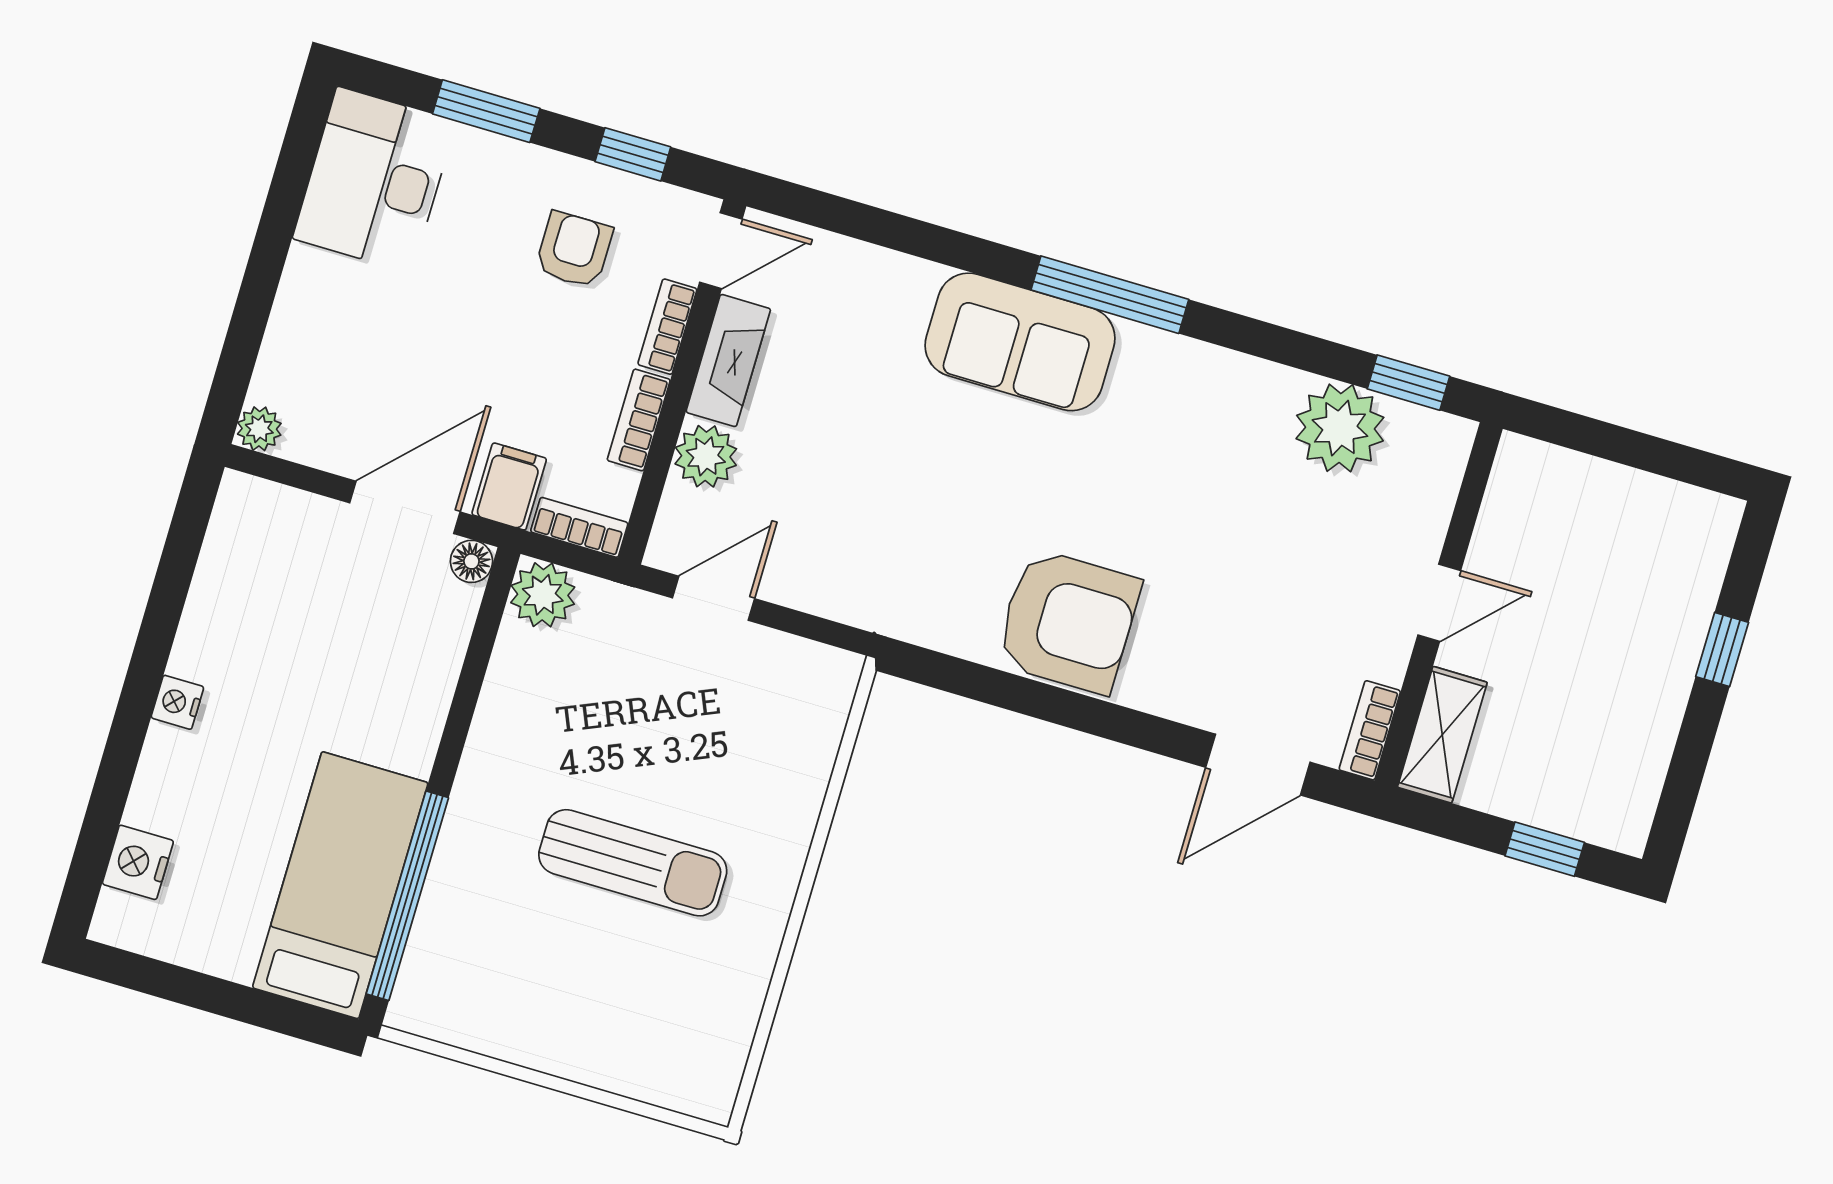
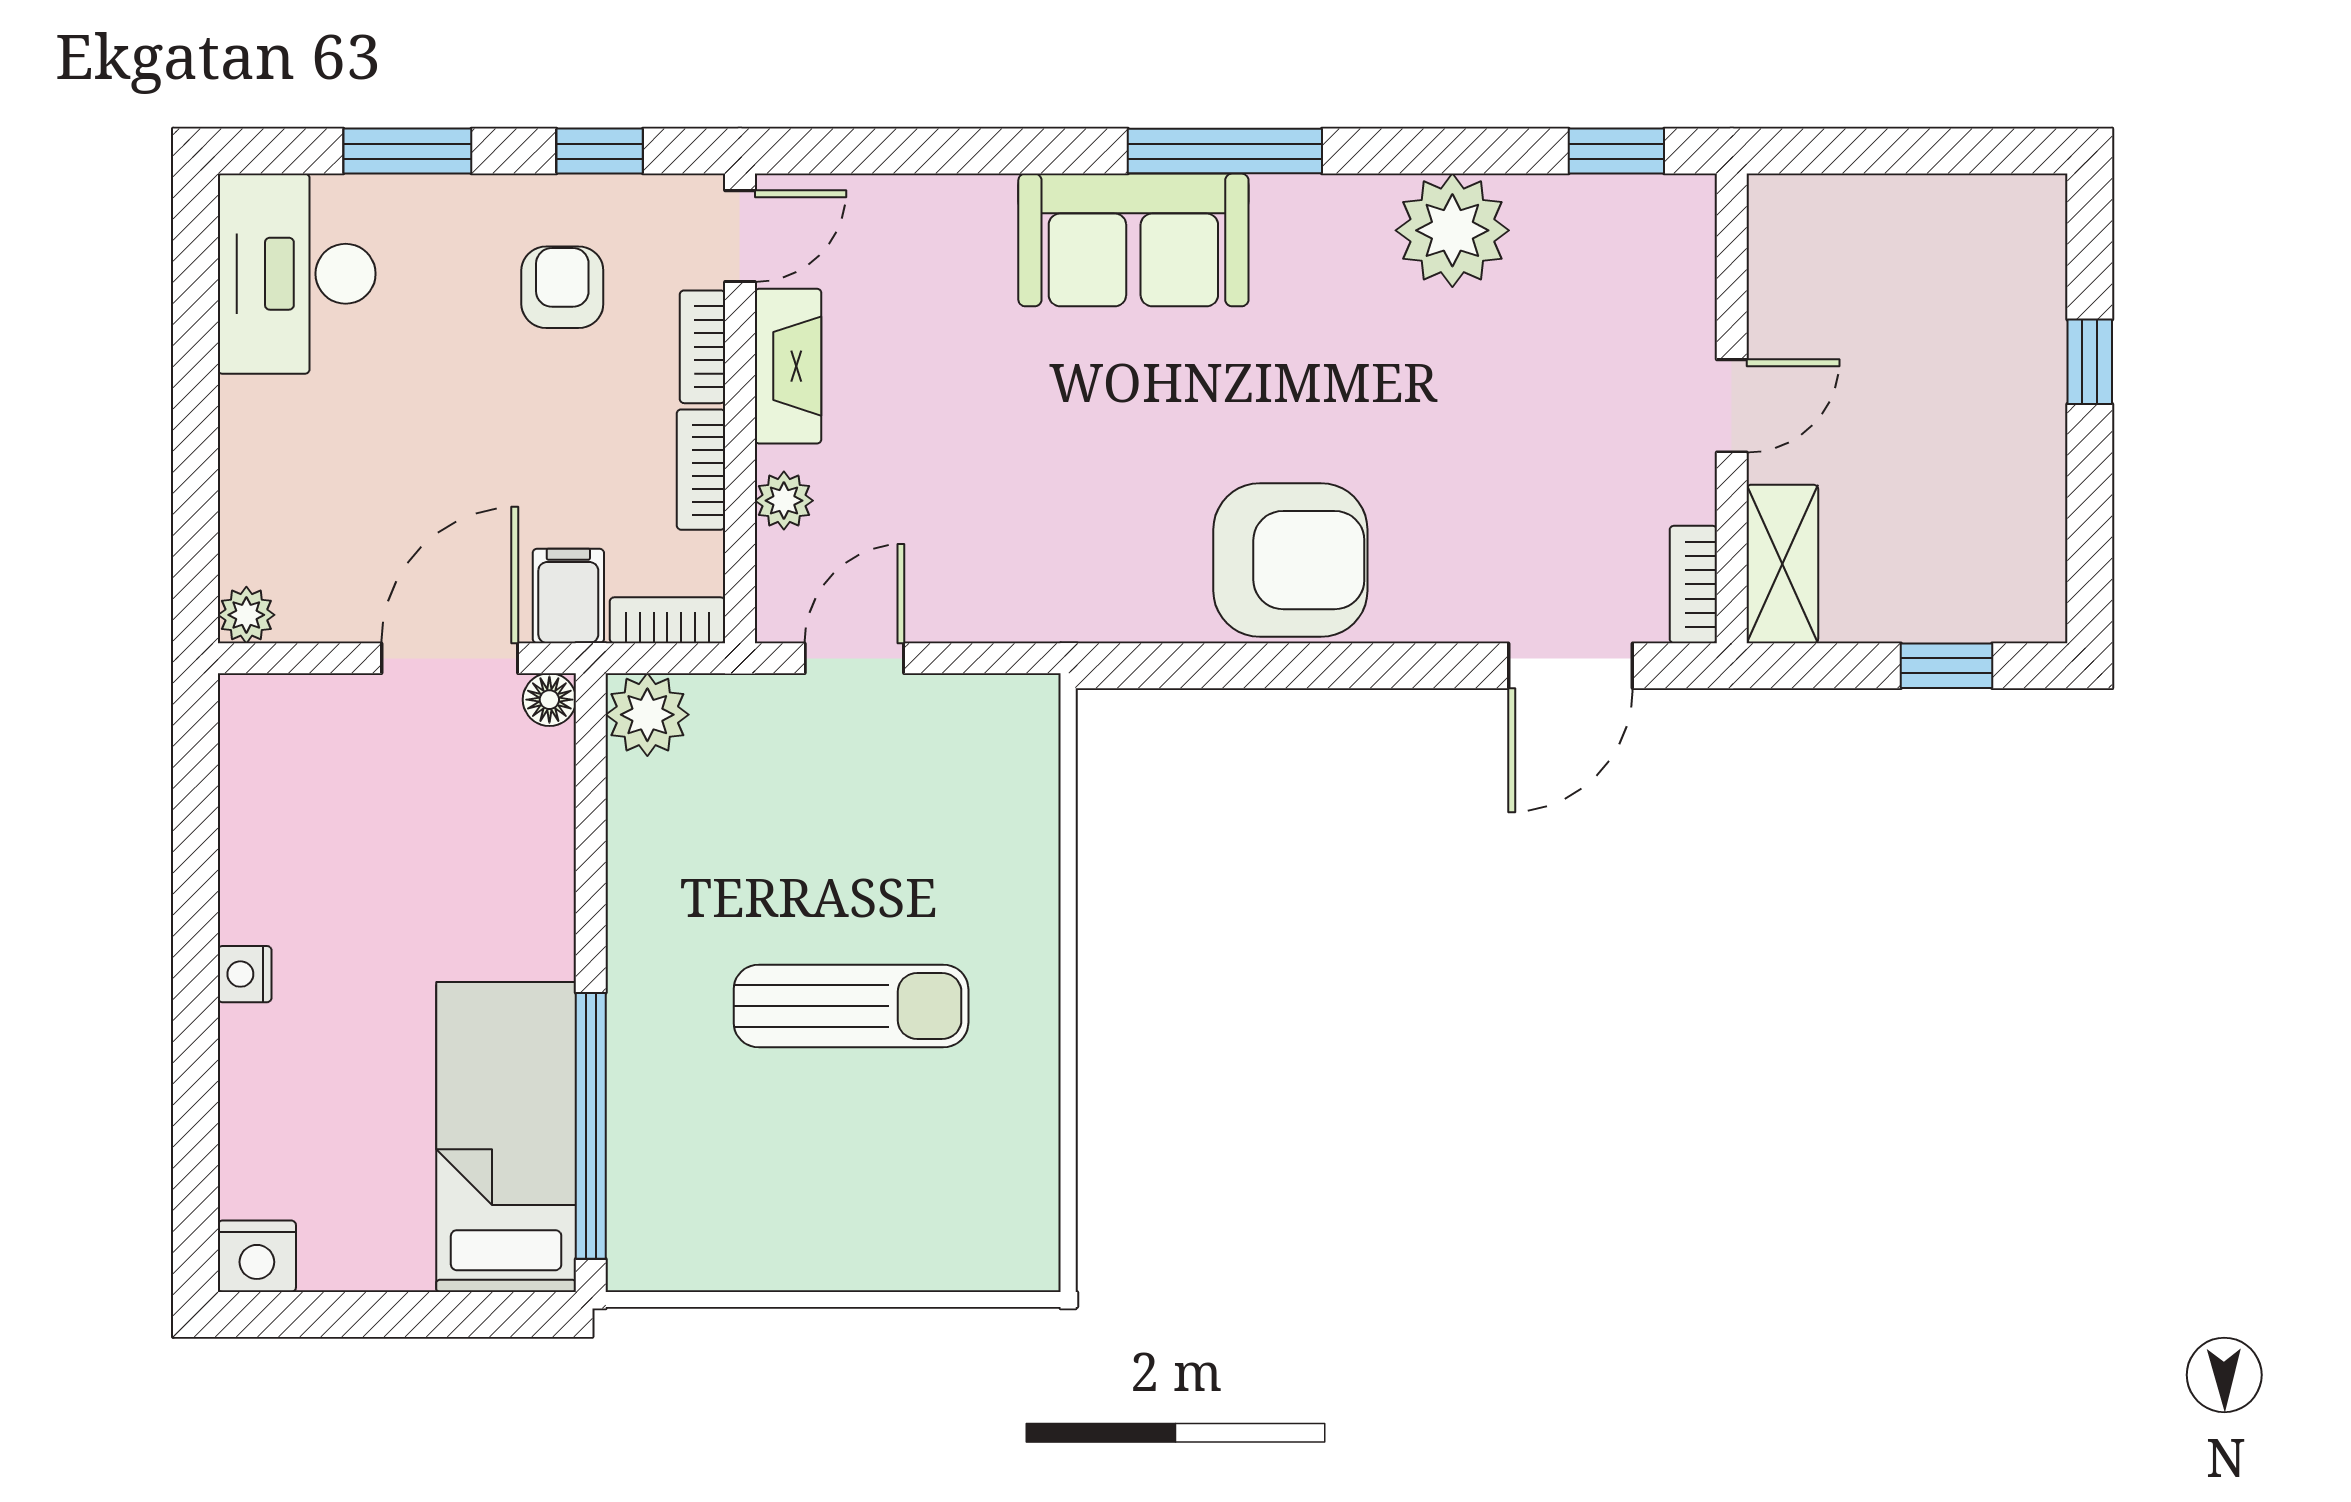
plant: (1340, 428) -> (1452, 230), moved
plant: (706, 456) -> (784, 501), width x0.73, depth x0.73
nightstand: (138, 862) -> (257, 1256), moved, turned -90

